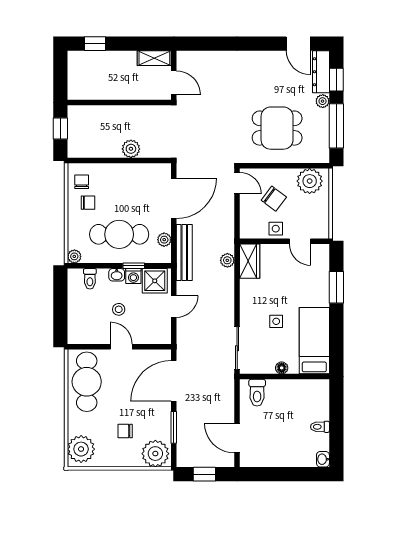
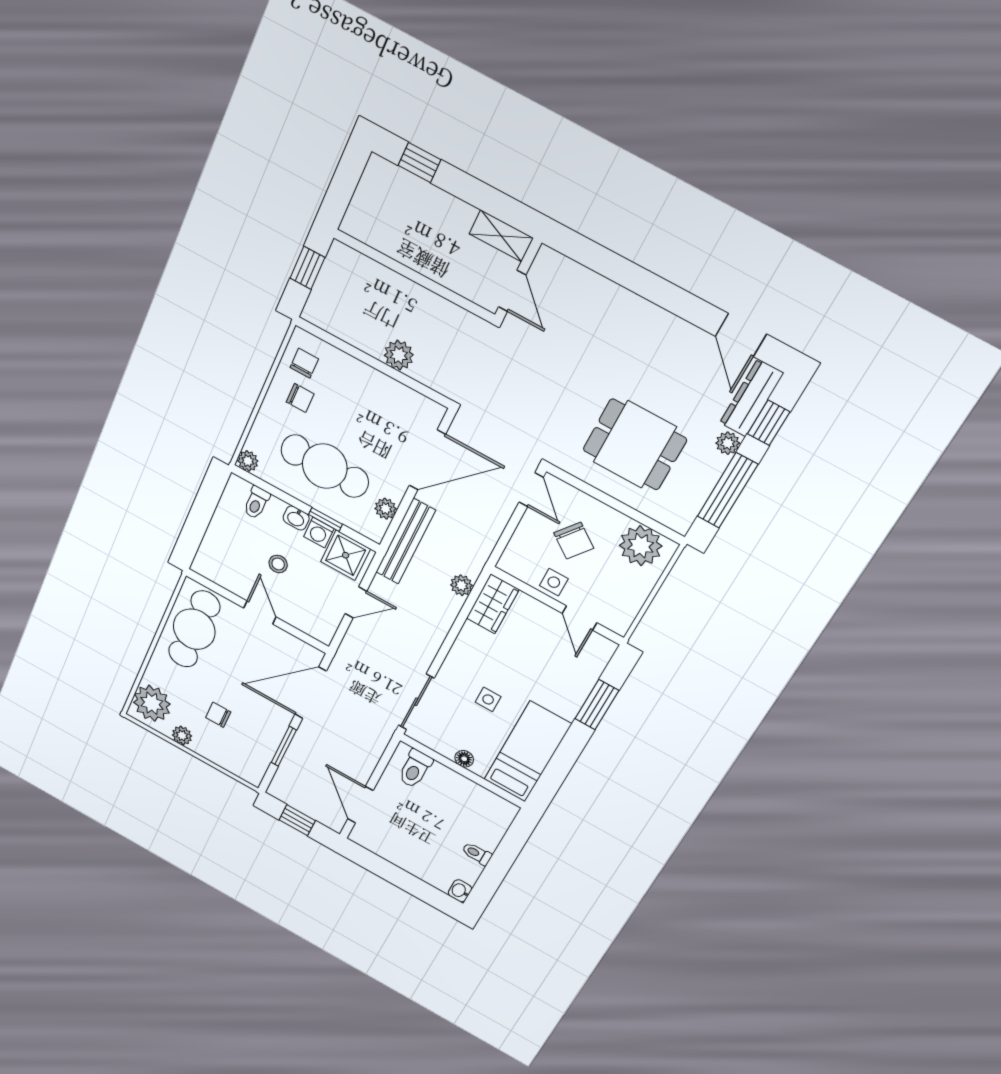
plant: (155, 454) -> (182, 736), moved, width x0.53, depth x0.53

